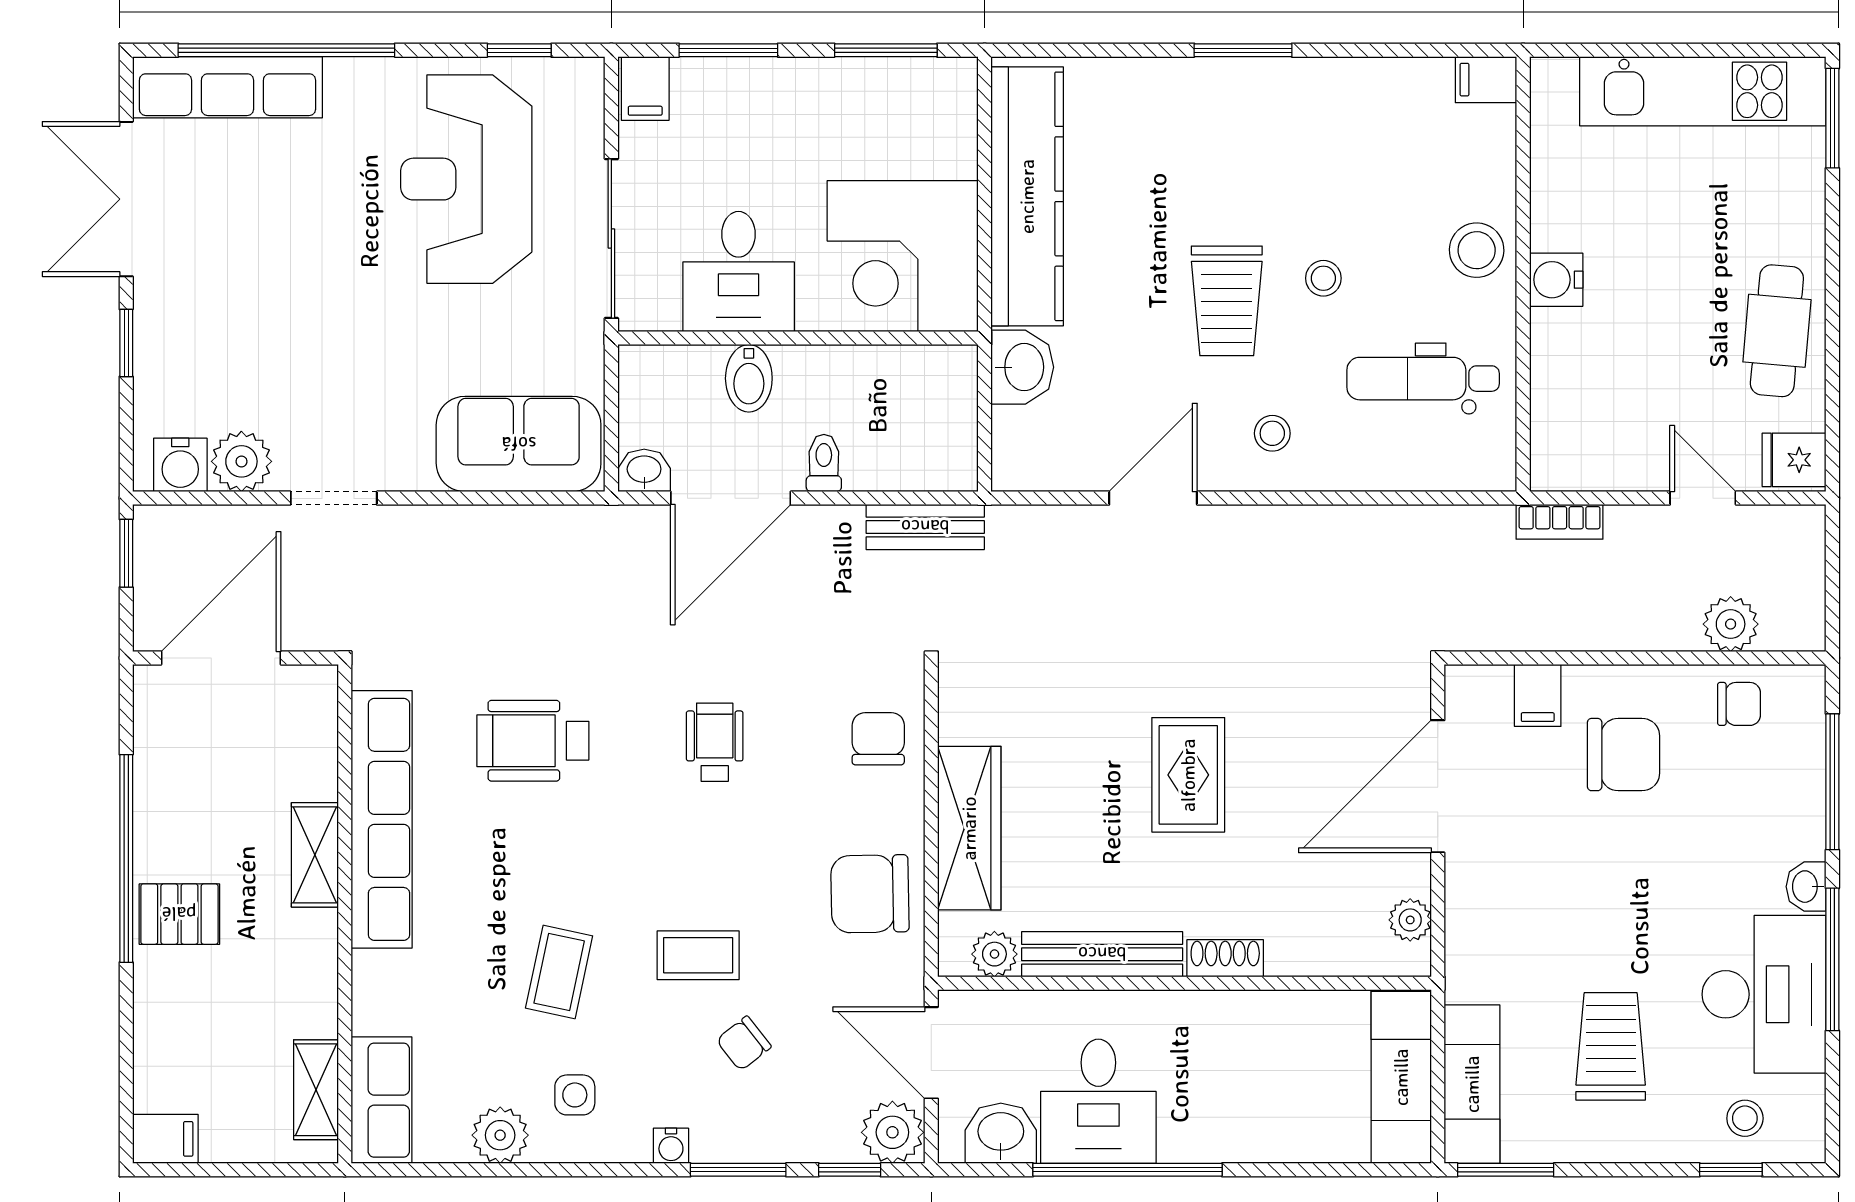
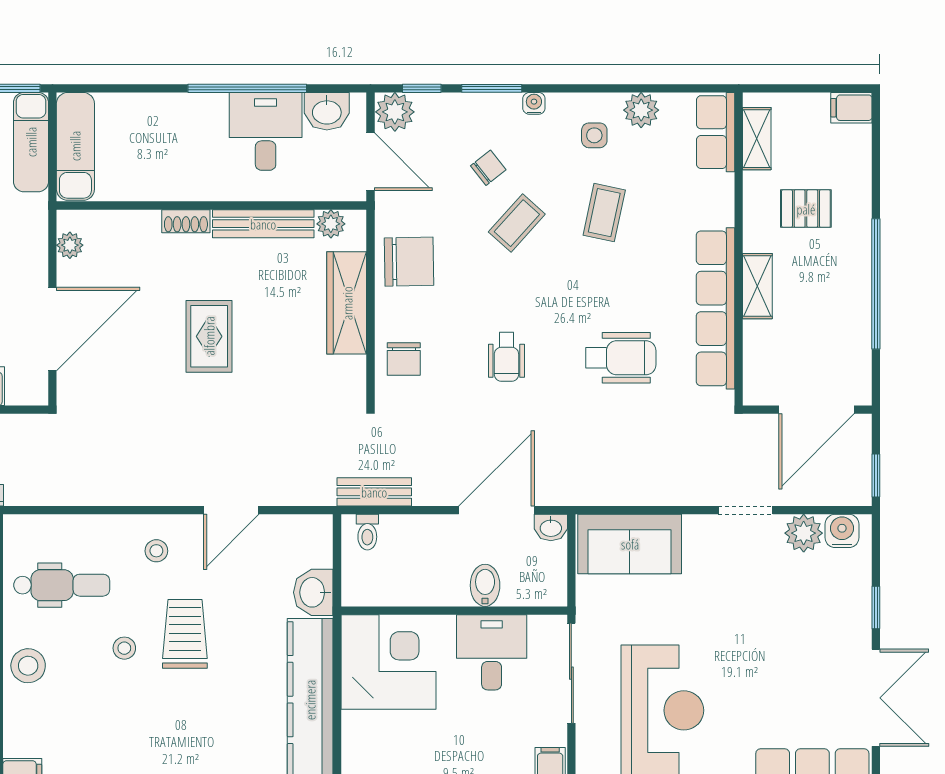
toilet: (824, 463) -> (367, 532), moved
pallet: (179, 914) -> (806, 209), moved
coffee table: (698, 955) -> (517, 223), turned -48

